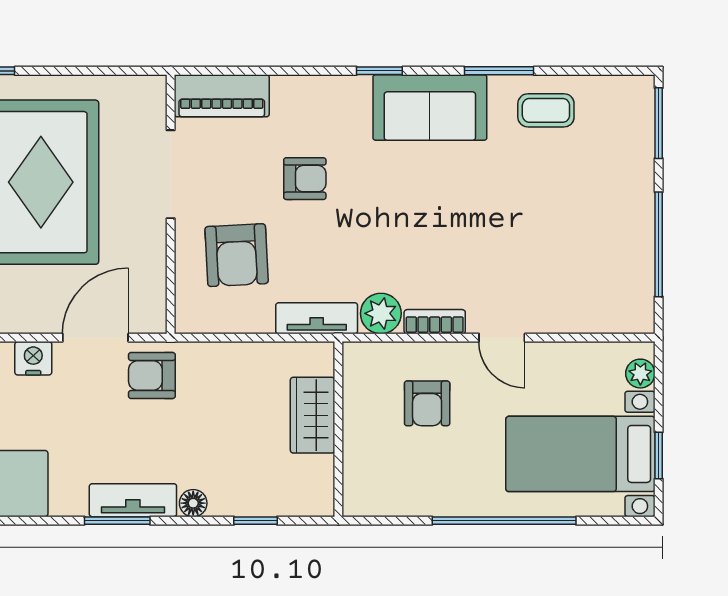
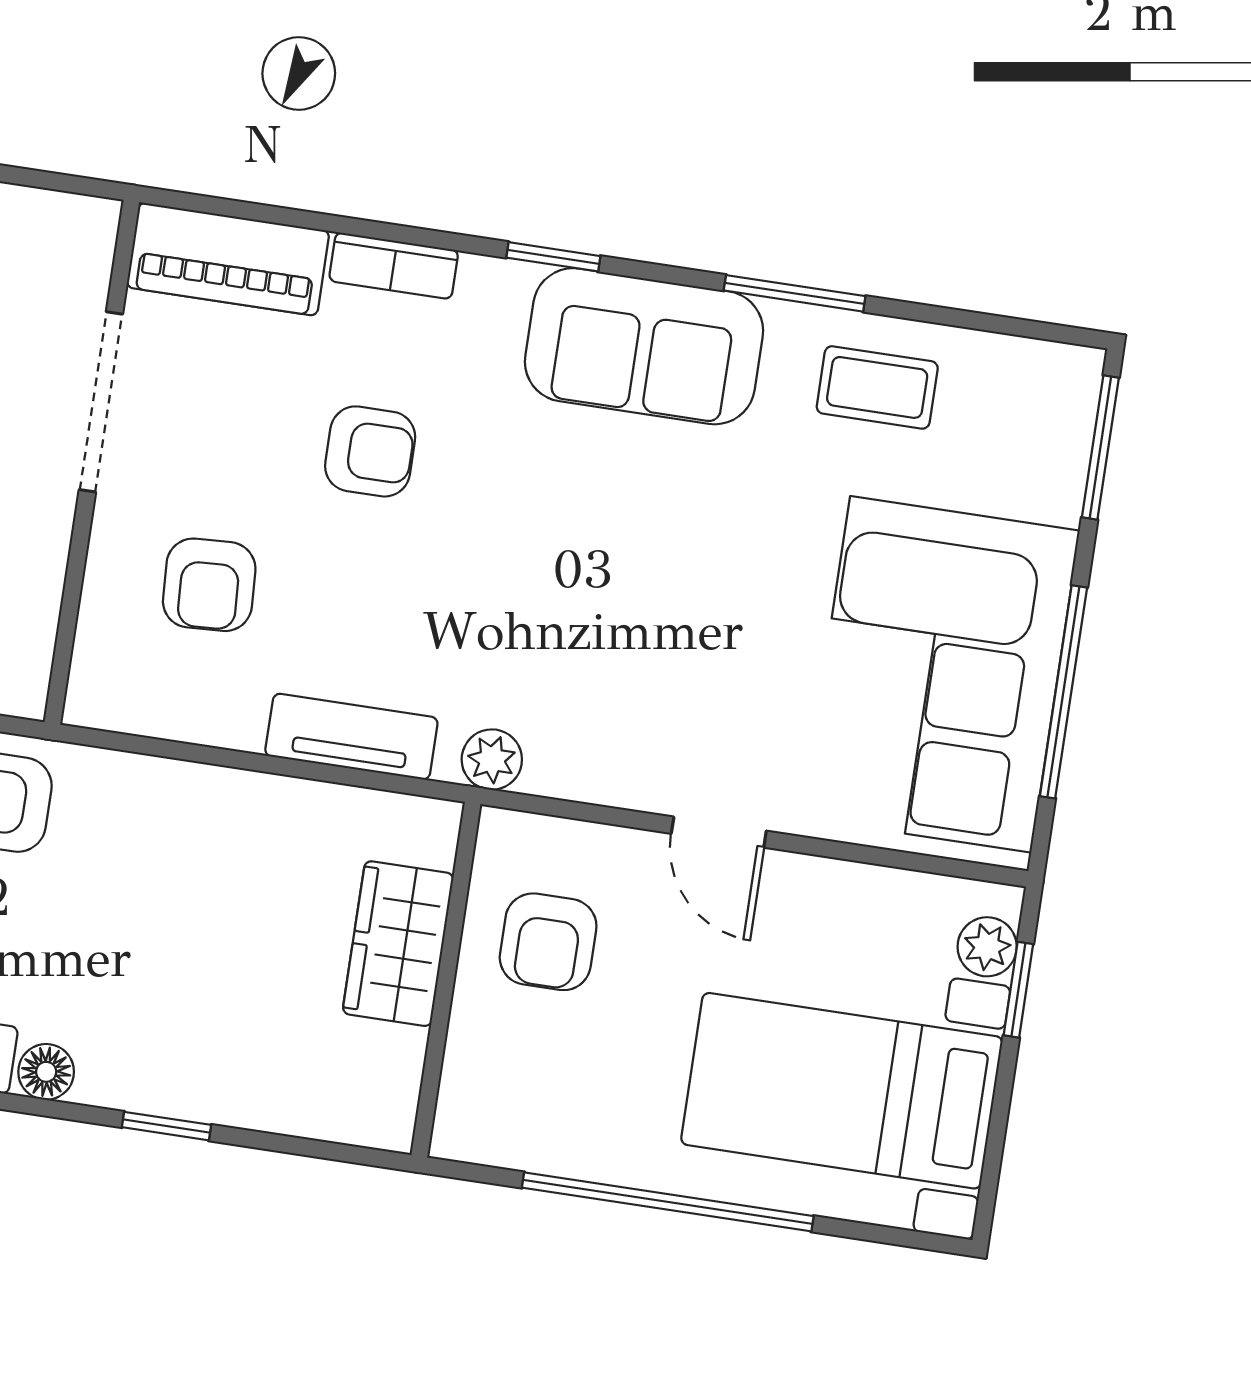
corner sofa: (598, 245) -> (941, 674), added
armchair: (237, 255) -> (209, 585), width x0.72, depth x0.72
plant: (381, 313) -> (492, 760), width x0.73, depth x0.73
bookcase: (435, 322) -> (394, 266), moved, turned 180
wardrobe: (313, 415) -> (398, 944), moved
wall: (338, 429) -> (446, 980), moved
window: (659, 455) -> (1018, 990), moved

